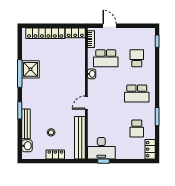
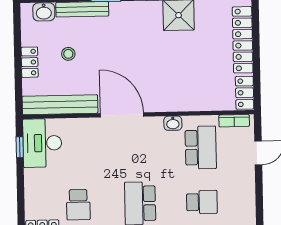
school desk: (106, 58) -> (201, 148), turned 180
door: (86, 103) -> (122, 115), width x1.87
school desk: (137, 128) -> (78, 205), turned -90

